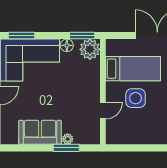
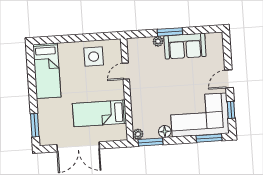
plant: (90, 49) -> (138, 134), width x0.53, depth x0.53
side table: (136, 98) -> (94, 57), moved
window: (66, 148) -> (170, 32), moved

